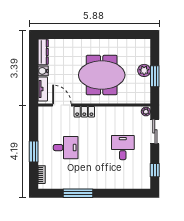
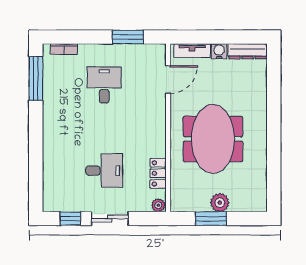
locker: (84, 112) -> (158, 173), moved
sliding door: (155, 131) -> (110, 219), moved
desk: (66, 148) -> (104, 85), turned 180
window: (34, 152) -> (128, 37), moved
window: (78, 193) -> (36, 78), moved

